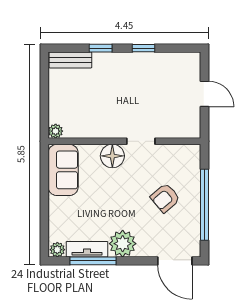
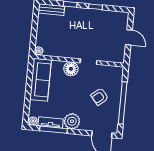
sofa: (63, 170) -> (40, 80), width x1.36

